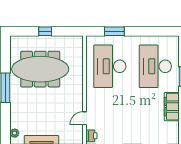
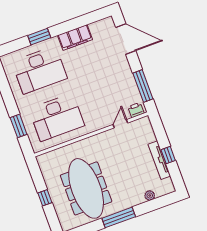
door: (85, 118) -> (120, 124), swing flipped
plant: (15, 133) -> (150, 195), moved

